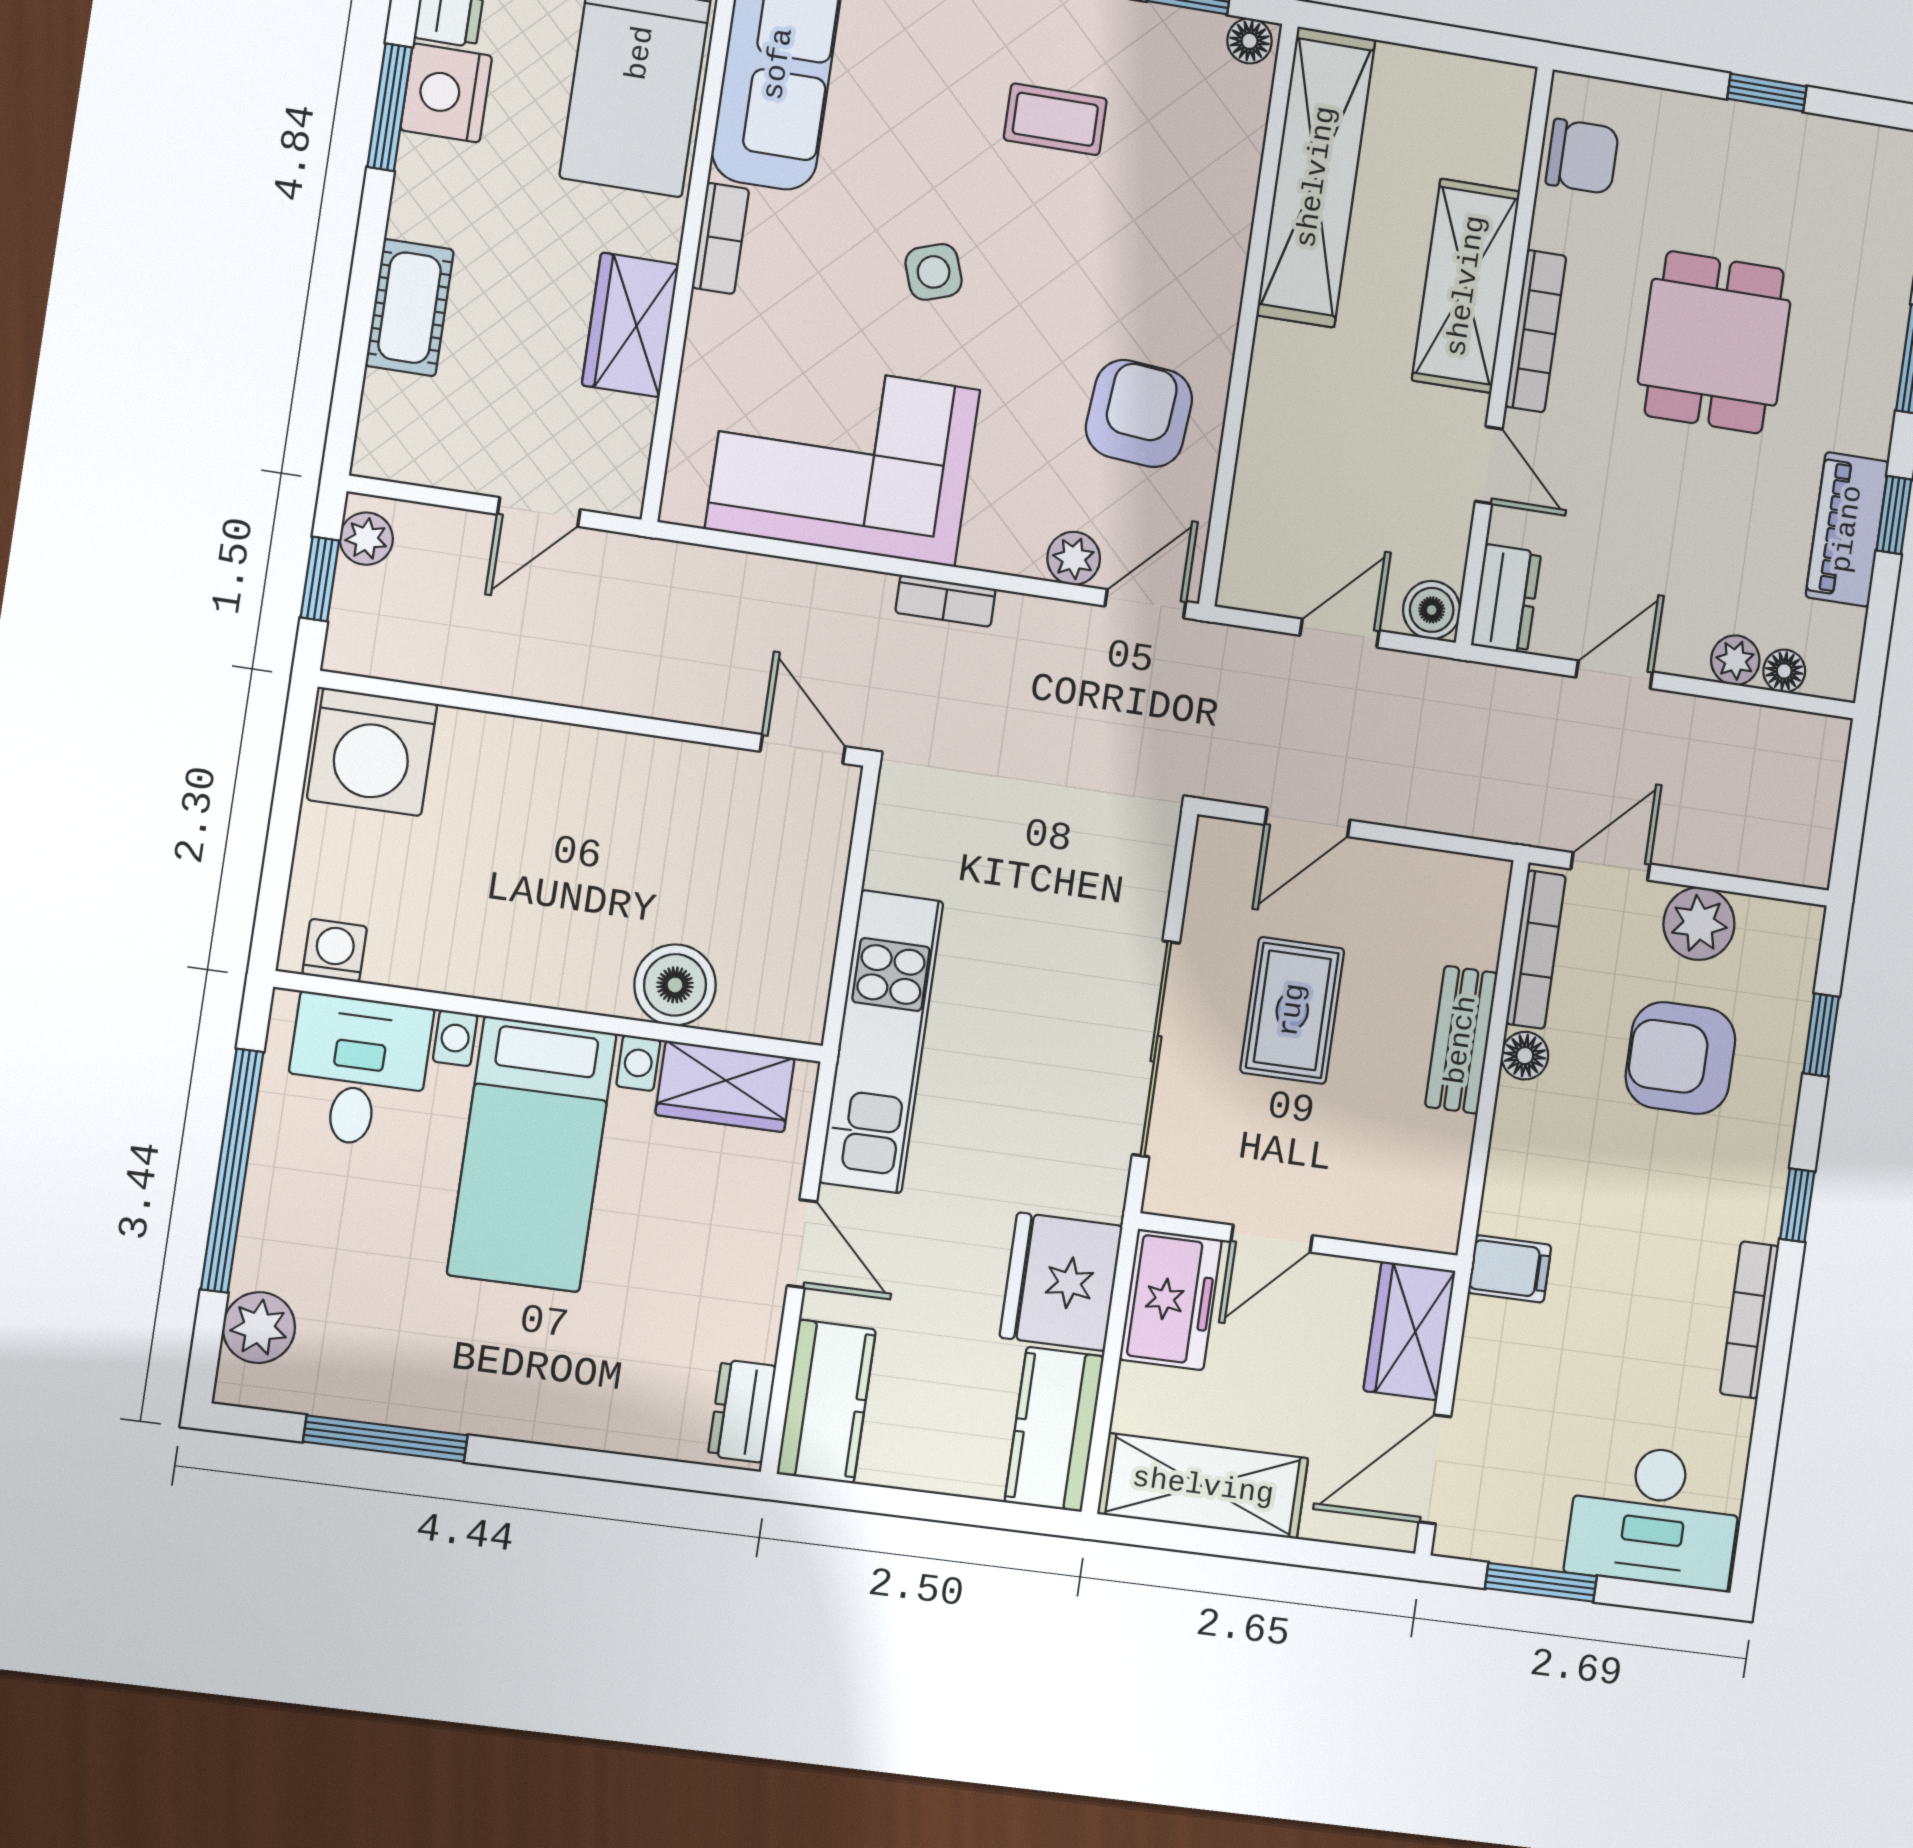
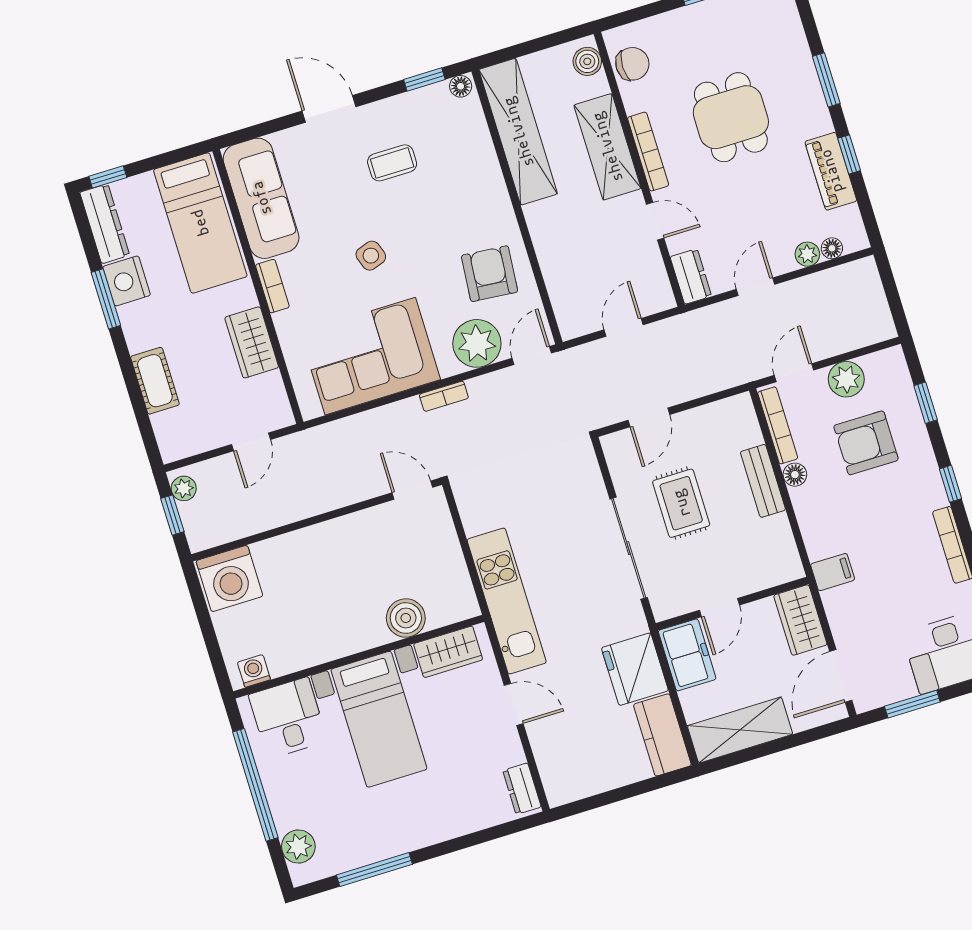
plant: (1074, 558) -> (477, 343), width x1.88, depth x1.88
boiler: (1432, 610) -> (587, 61), moved
kitchen counter: (826, 1402) -> (557, 768), removed

